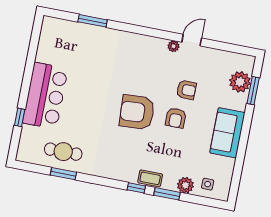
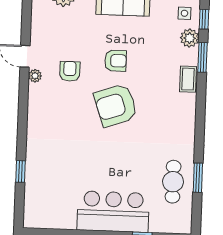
window: (93, 21) -> (21, 171), width x0.67
armchair: (186, 90) -> (70, 71), moved
armchair: (137, 112) -> (116, 105), turned 74
window: (136, 188) -> (204, 19), moved

